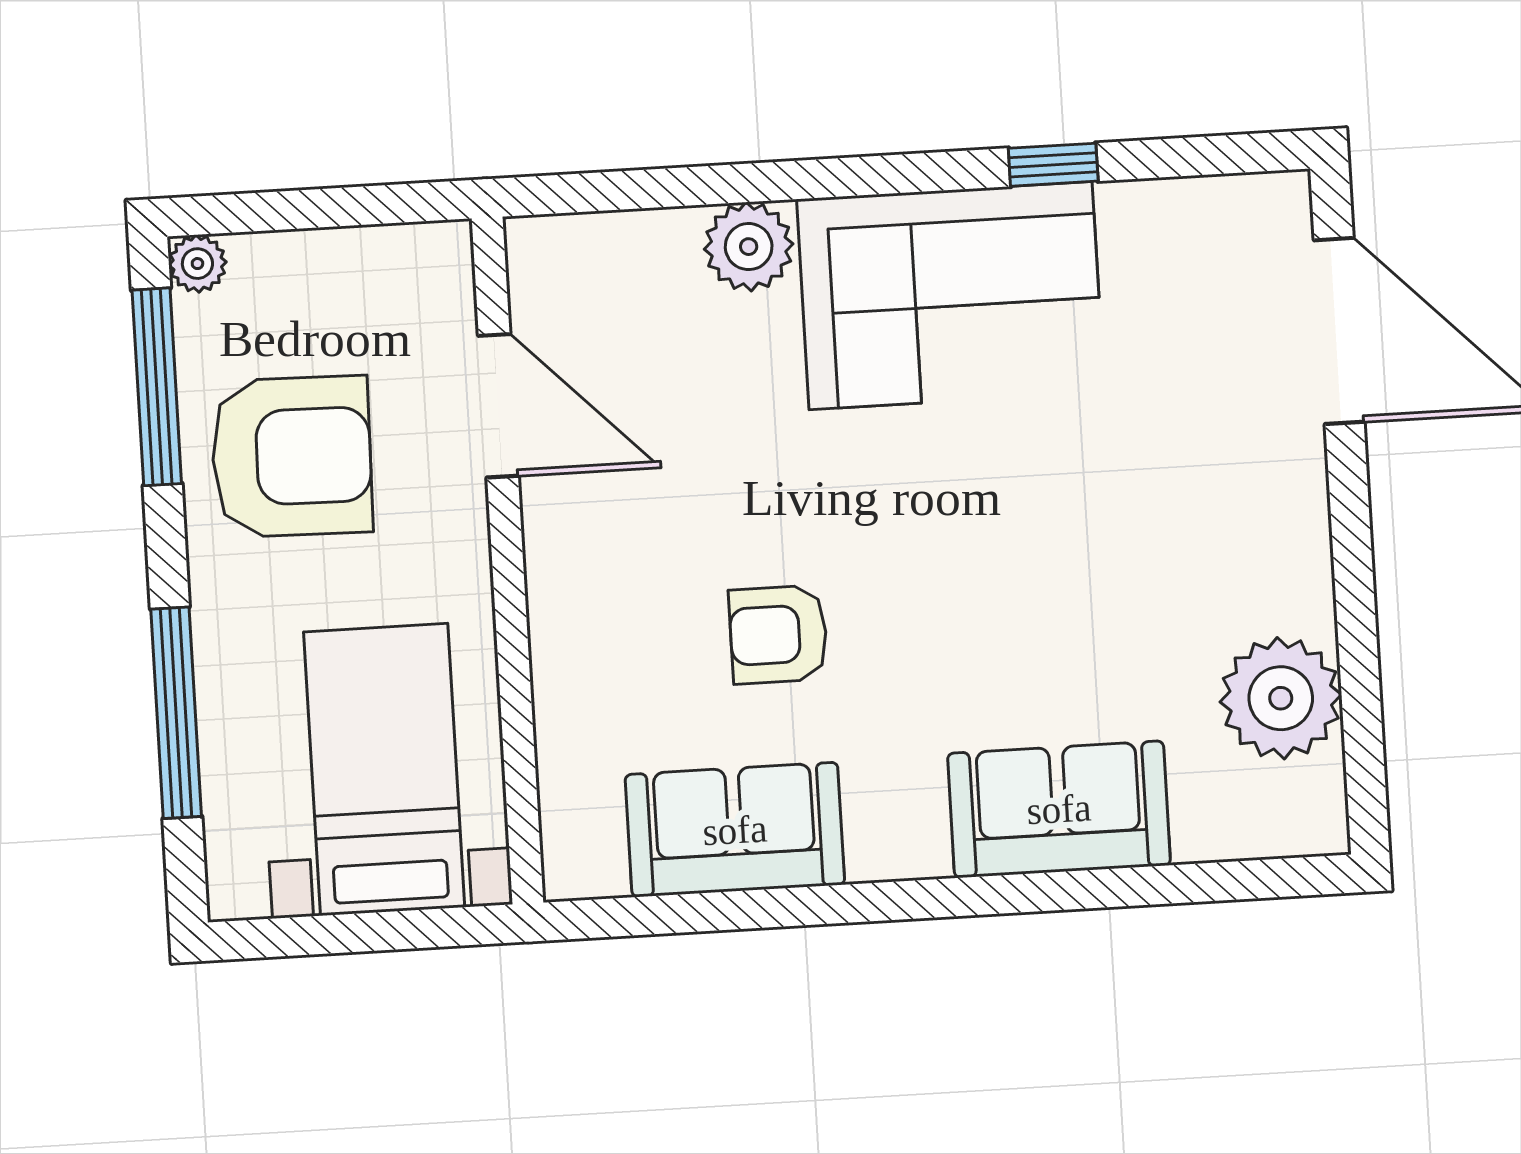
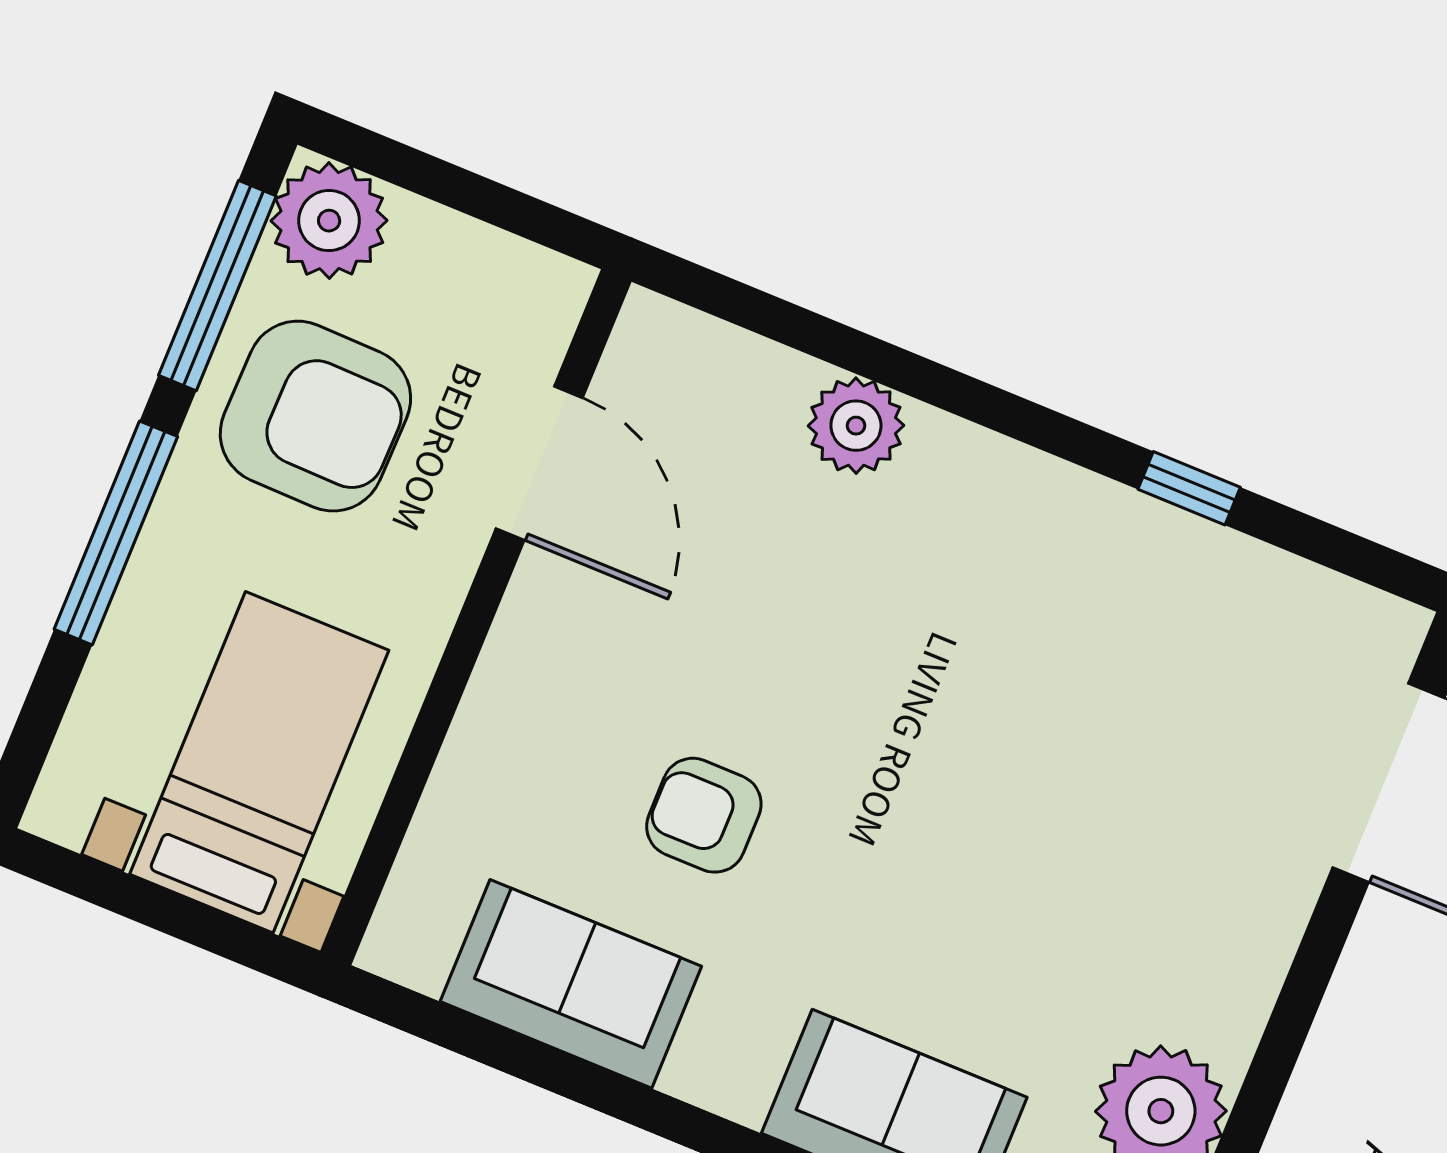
plant: (197, 264) -> (329, 221), width x1.88, depth x1.88
corner sofa: (951, 296) -> (1029, 567), removed
window: (176, 713) -> (116, 533), moved

